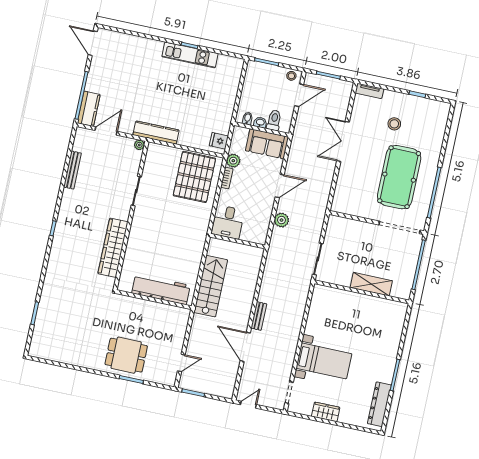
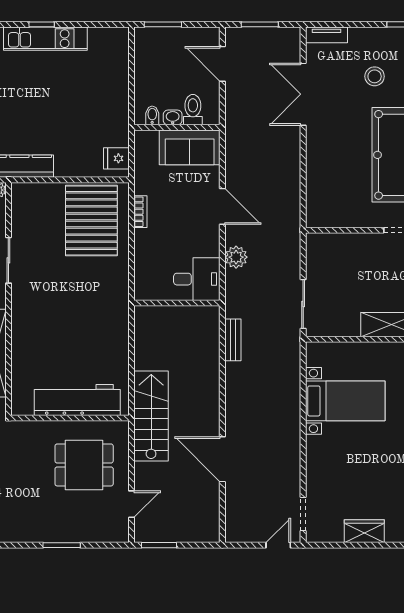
stool: (291, 76) -> (204, 37), removed
door: (299, 95) -> (222, 64), swing flipped
double door: (343, 141) -> (303, 94), moved
plant: (233, 161) -> (144, 184), removed
door: (280, 186) -> (222, 206), hinge flipped
desk: (228, 222) -> (197, 279), moved, turned -90
stairs: (211, 286) -> (151, 416), moved
bench: (259, 316) -> (233, 340), moved
dining table: (126, 355) -> (84, 465), moved
bed with nightstands: (324, 361) -> (345, 401), moved
door: (248, 405) -> (278, 545), moved

